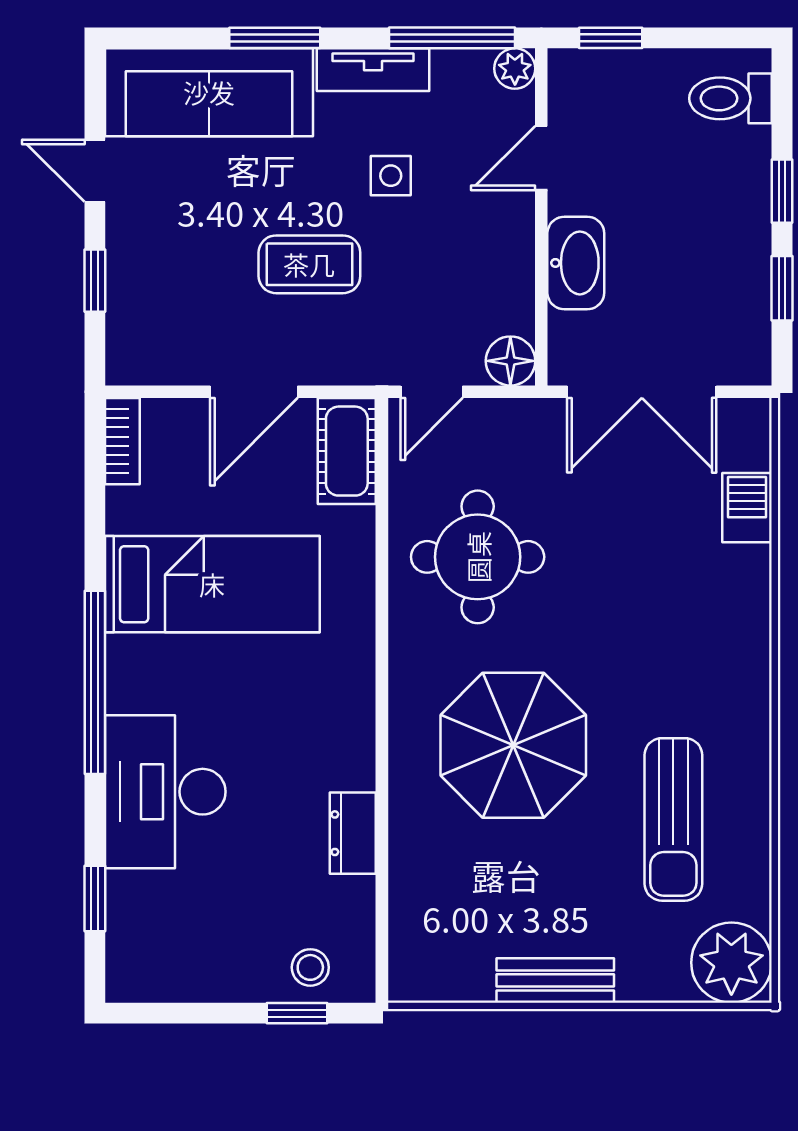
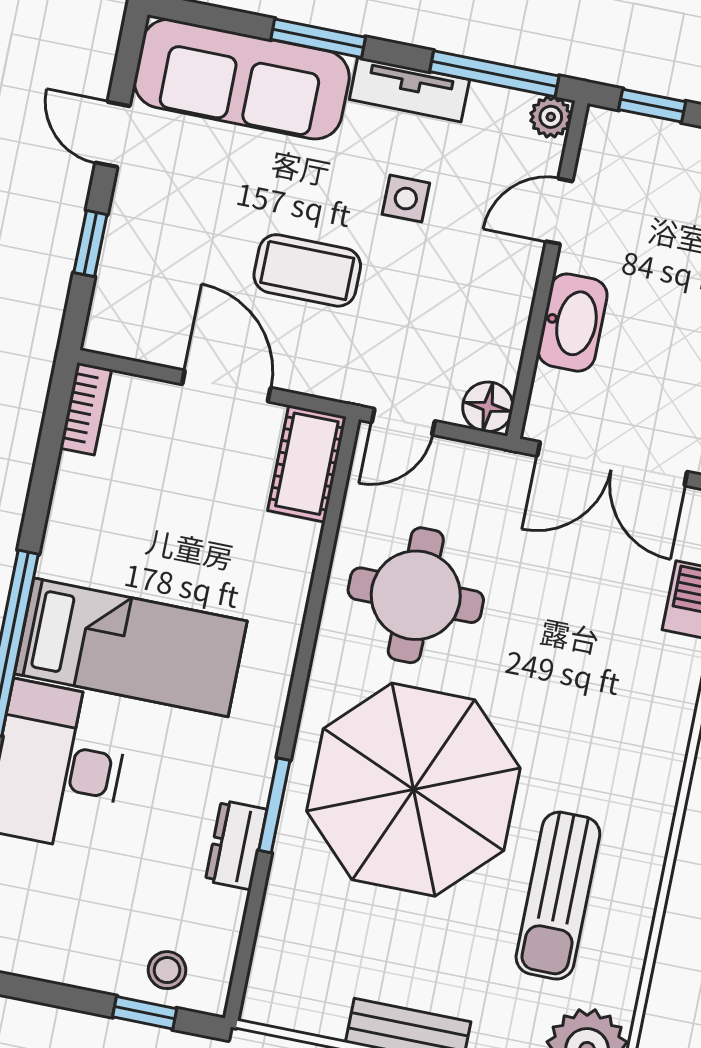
door: (254, 392) -> (226, 386), swing flipped
bed: (212, 584) -> (131, 647), moved
parasol: (513, 745) -> (413, 790), width x1.36, depth x1.36
window: (382, 788) -> (274, 805), added

